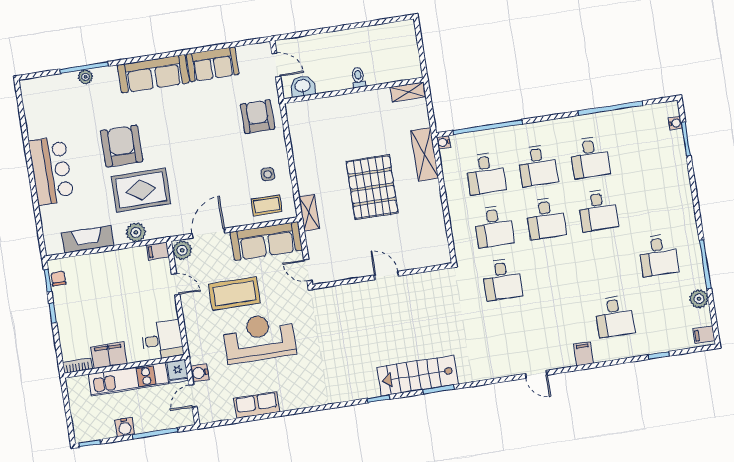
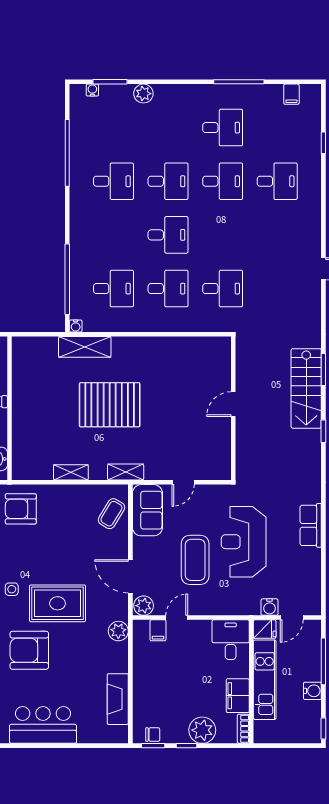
shelving: (408, 92) -> (71, 472), moved, turned 90
desk: (538, 165) -> (223, 181), moved
side table: (268, 174) -> (12, 589), moved
rug: (141, 190) -> (58, 603), moved, turned 90
coffee table: (267, 205) -> (111, 514), turned 31
plant: (136, 232) -> (118, 631), moved
sofa: (266, 241) -> (147, 510), width x0.73
filing cabinet: (158, 251) -> (158, 630), moved
wall: (382, 276) -> (233, 408), moved
door: (386, 276) -> (233, 404), moved
chair: (58, 279) -> (153, 735), turned 180
plant: (699, 299) -> (143, 94), moved
plant: (70, 326) -> (202, 730), added
filing cabinet: (704, 335) -> (291, 94), moved
filing cabinet: (583, 354) -> (310, 218), removed
door: (193, 396) -> (292, 618), hinge flipped
row of seats: (257, 405) -> (311, 525), moved

